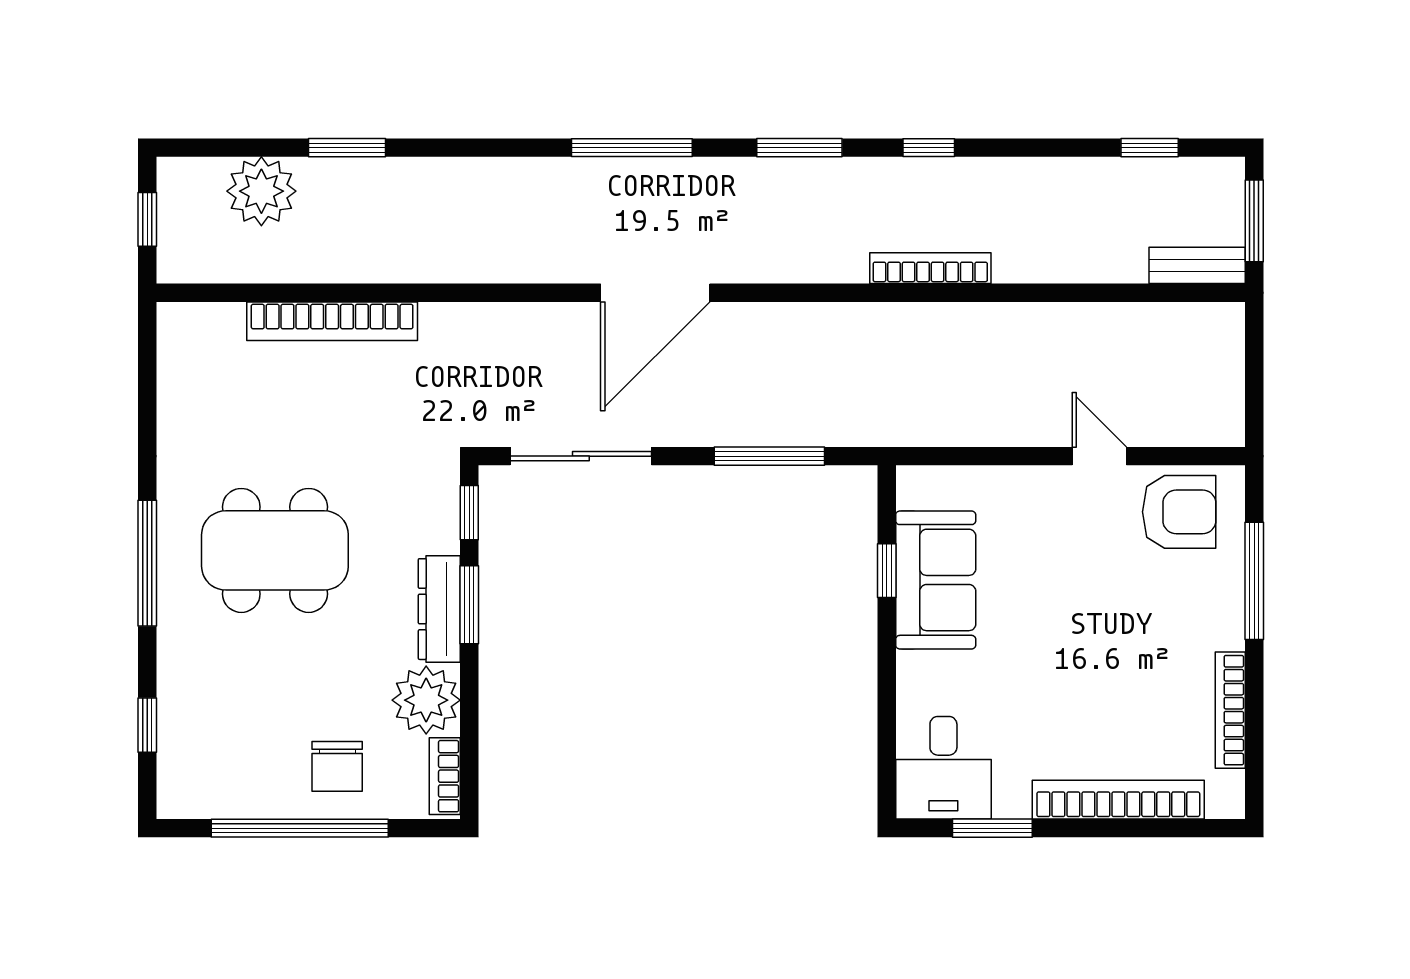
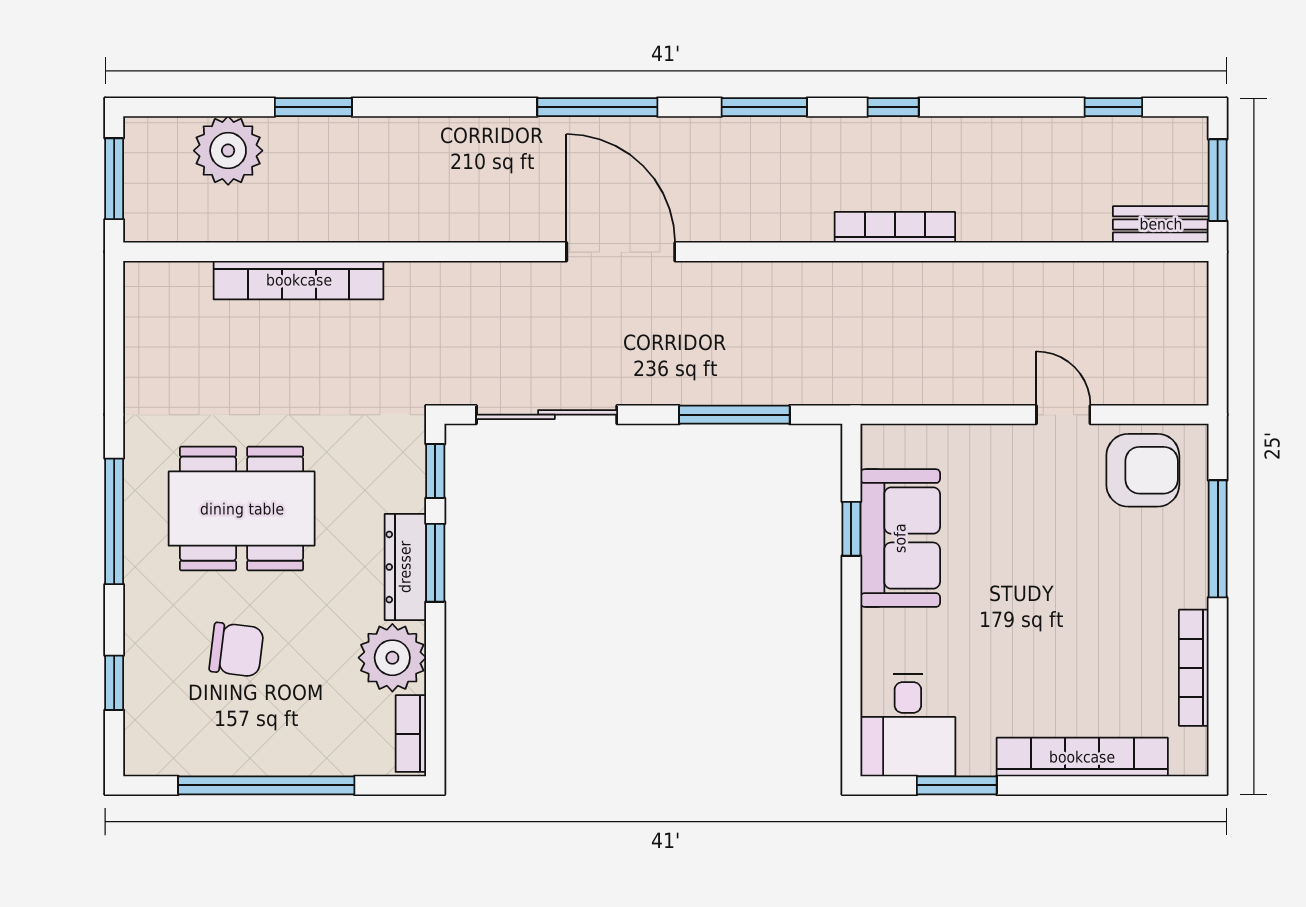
window: (147, 219) -> (114, 179), width x1.50
door: (655, 293) -> (621, 252), swing flipped
chair: (337, 766) -> (236, 650), moved, turned -83

